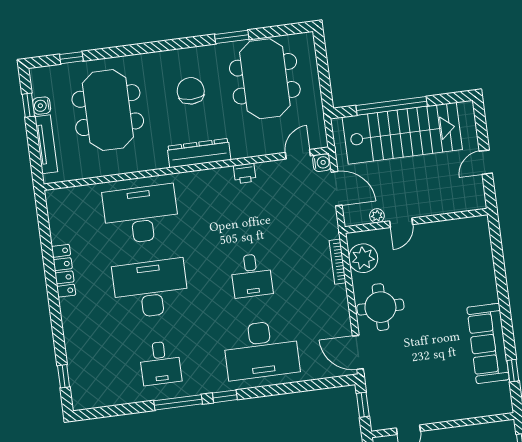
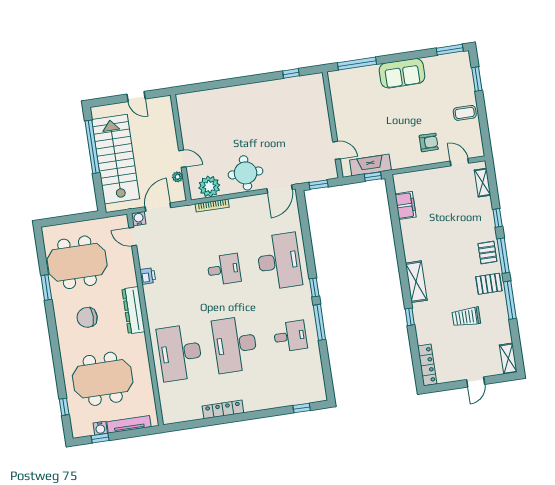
window: (392, 106) -> (92, 147), moved
sofa: (488, 343) -> (271, 92), removed

